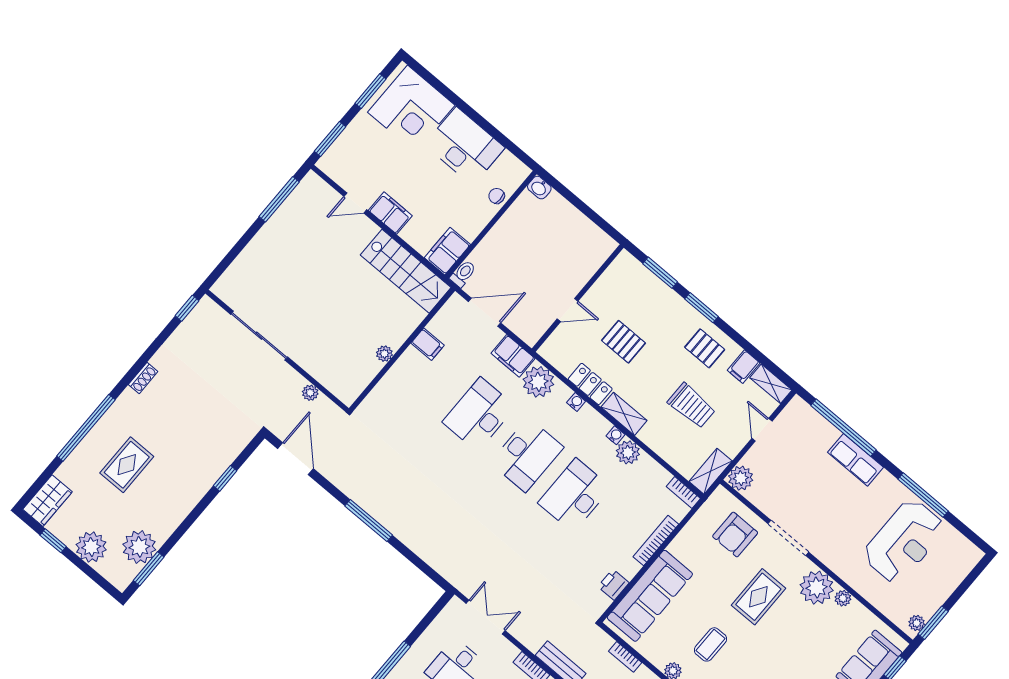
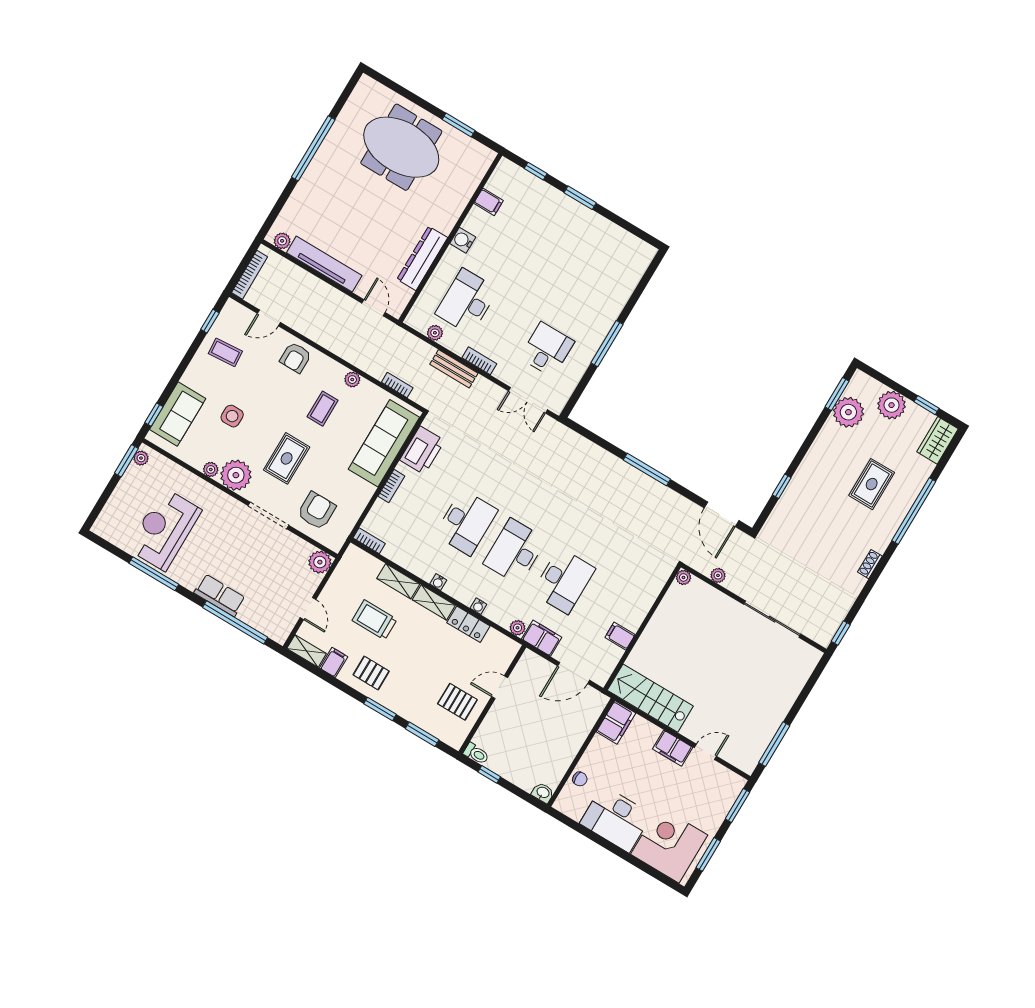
window: (594, 217) -> (489, 774), added
toilet: (463, 274) -> (476, 754), moved, turned -90
pallet: (624, 342) -> (457, 702), moved
plant: (384, 354) -> (684, 577), moved
plant: (538, 382) -> (518, 628), width x0.53, depth x0.53
plant: (628, 452) -> (425, 569), removed
shelving: (711, 471) -> (398, 581), moved, turned 90
bookcase: (656, 540) -> (391, 486), width x0.64
printer: (613, 585) -> (422, 450), width x1.87, depth x1.48
side table: (810, 652) -> (232, 416), added

